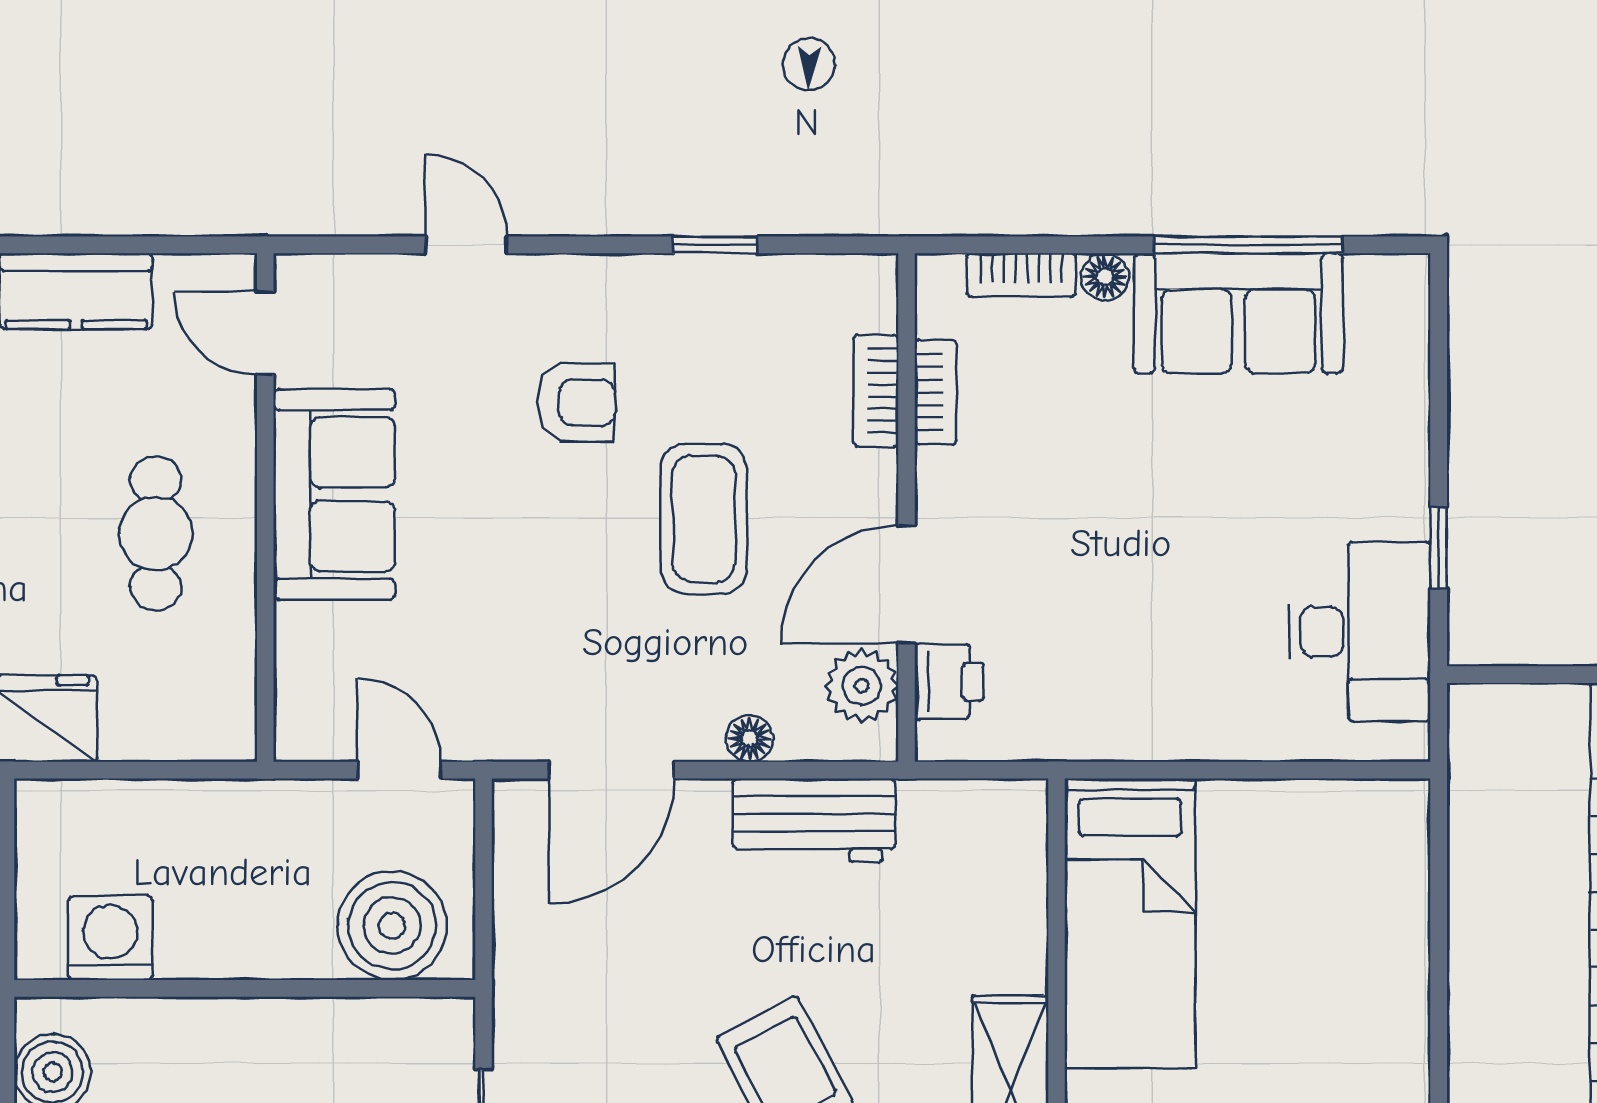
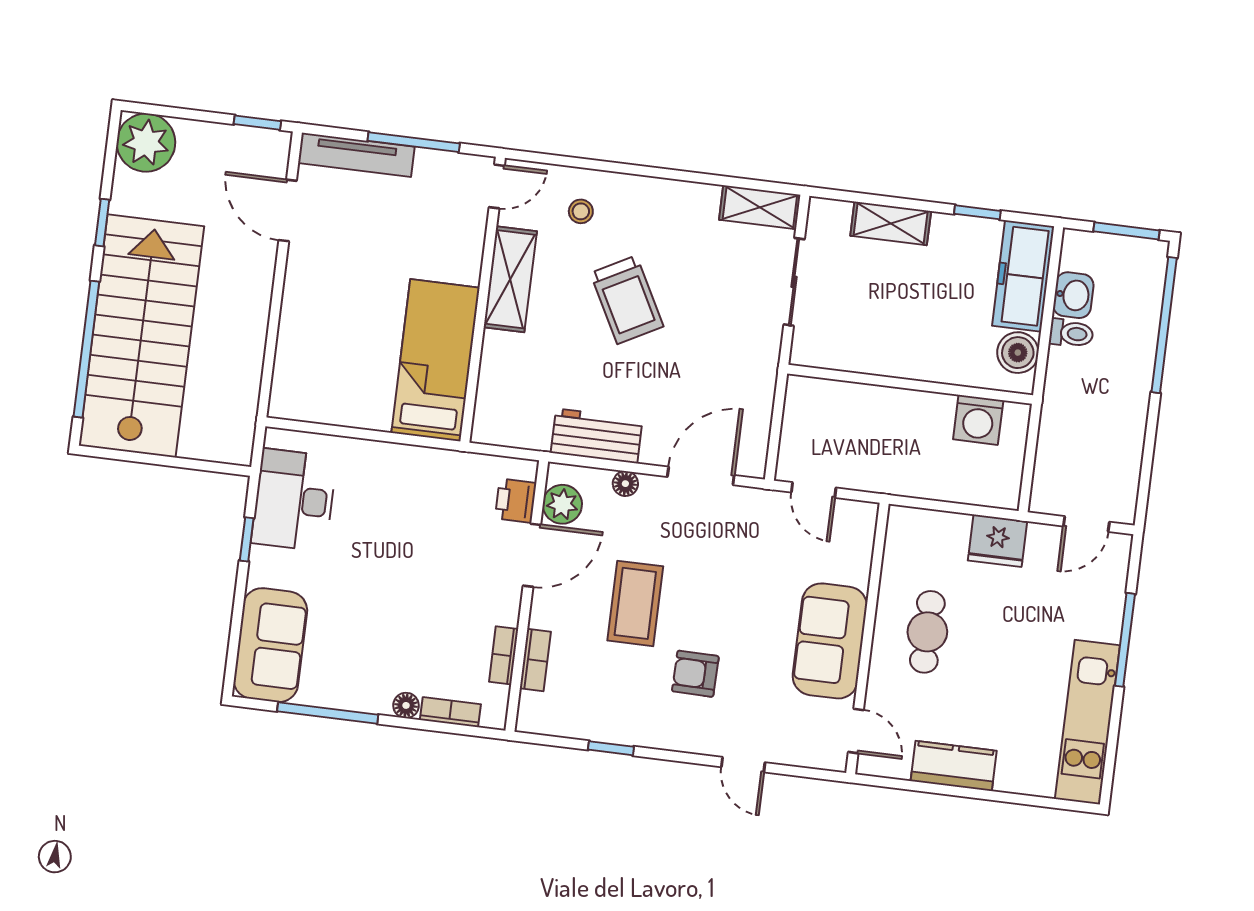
sofa: (1238, 313) -> (270, 645), moved, turned 90
boiler: (392, 926) -> (828, 408), removed

